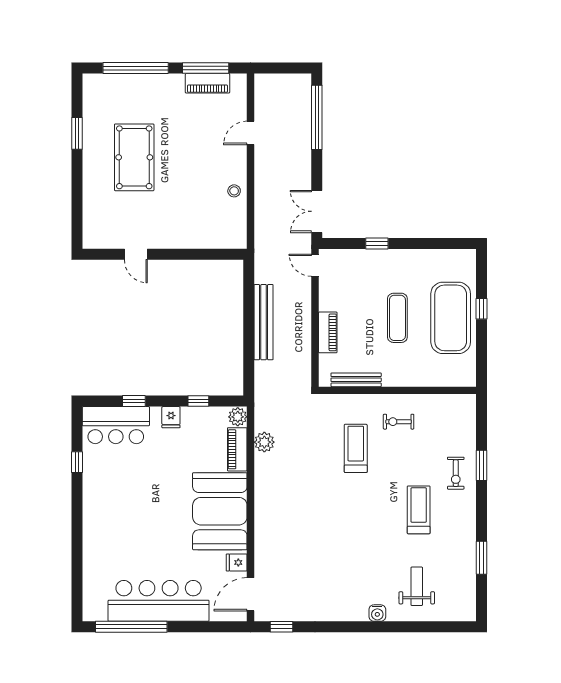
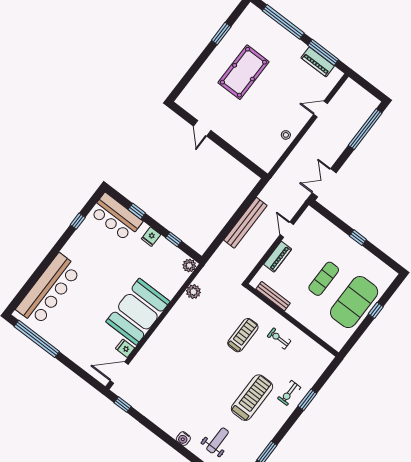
window: (377, 244) -> (358, 238), moved
door: (315, 265) -> (287, 230), moved
piano: (237, 449) -> (175, 284), removed
treadmill: (419, 510) -> (252, 398), width x1.37, depth x1.38
bar counter: (159, 601) -> (49, 290), moved, turned 90

